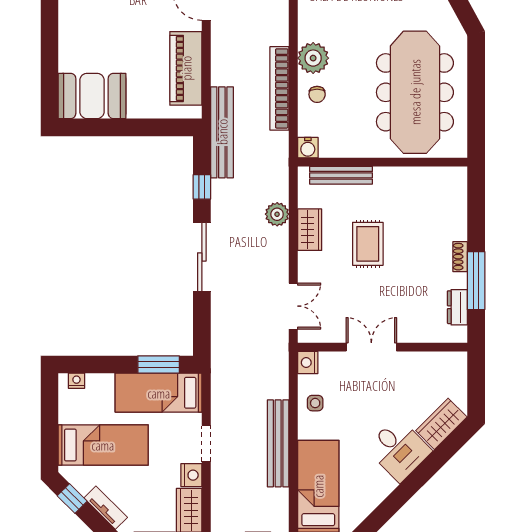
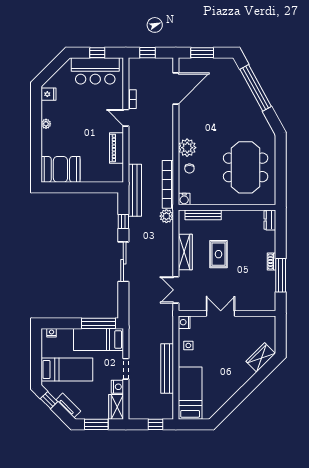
plant: (67, 16) -> (46, 124), added
piano: (186, 68) -> (116, 148), width x0.73, depth x0.75
bookcase: (279, 88) -> (168, 184), moved
meeting table: (415, 92) -> (246, 167), width x0.73
plant: (277, 214) -> (166, 216), moved
wardrobe: (310, 230) -> (185, 252), width x1.50
double door: (293, 306) -> (176, 290), swing flipped
dresser: (457, 307) -> (270, 220), moved
window: (159, 365) -> (99, 323), width x1.44
desk: (399, 449) -> (236, 372), removed

